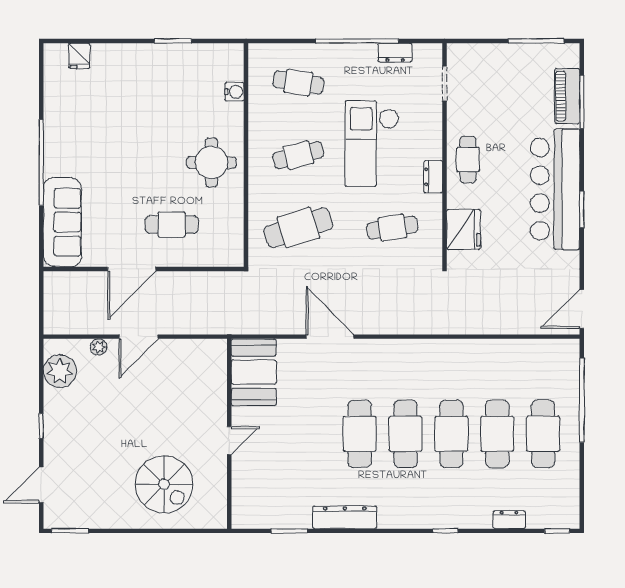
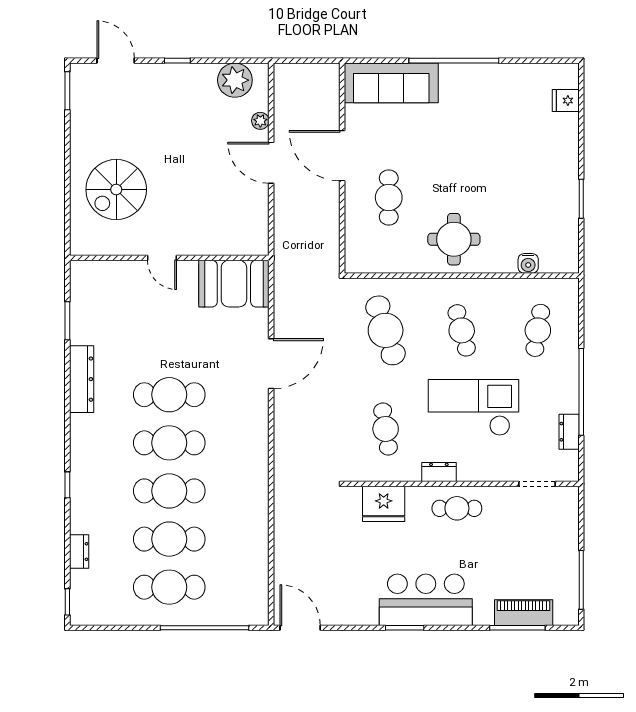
bar counter: (555, 189) -> (426, 600), width x0.73

